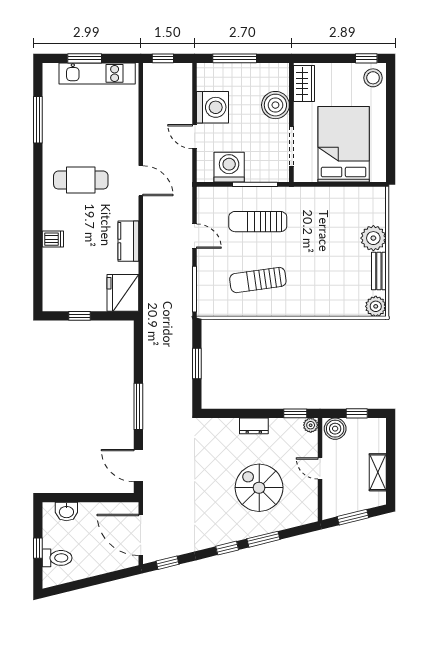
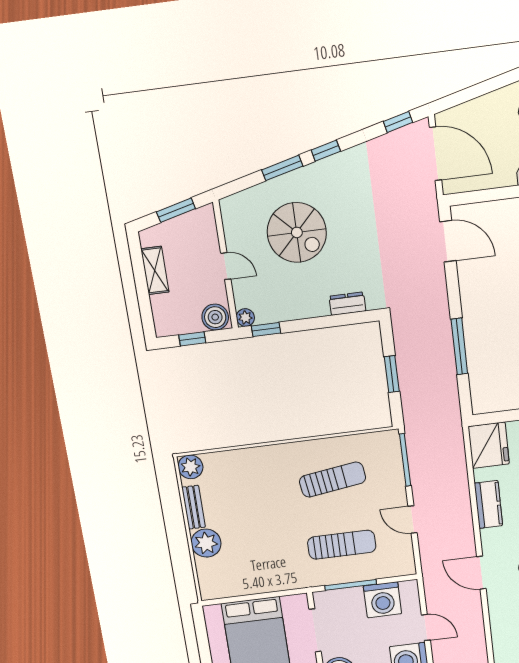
window: (138, 406) -> (459, 346), moved
dresser: (254, 426) -> (347, 304), moved

